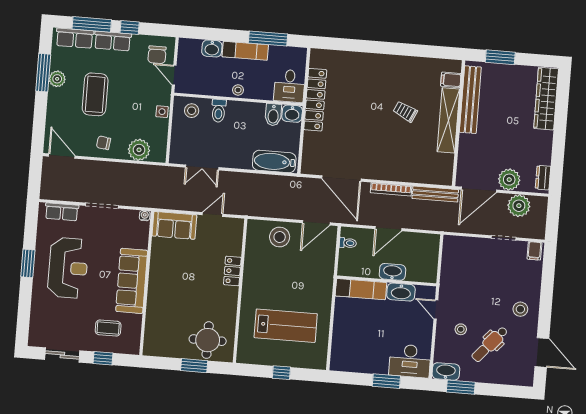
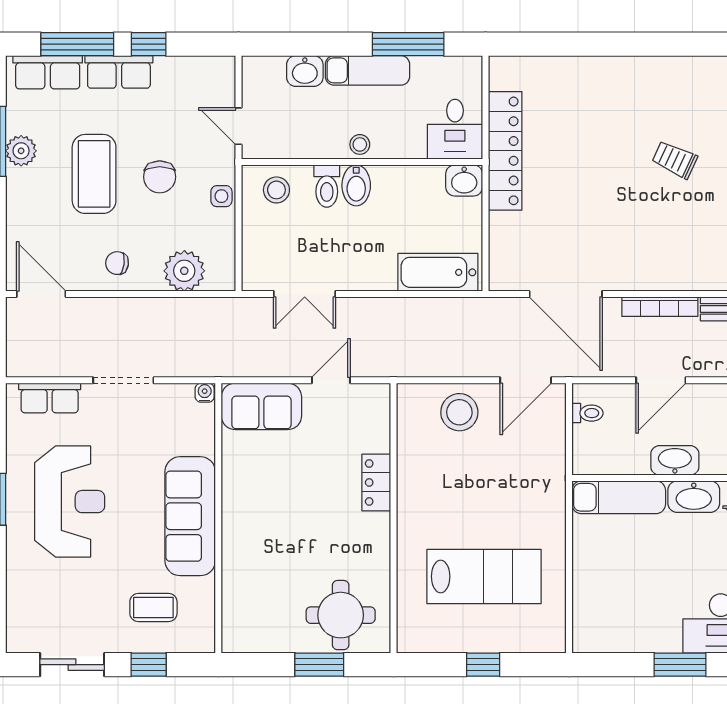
chair: (157, 55) -> (160, 177), moved
bidet: (273, 115) -> (356, 185), moved

